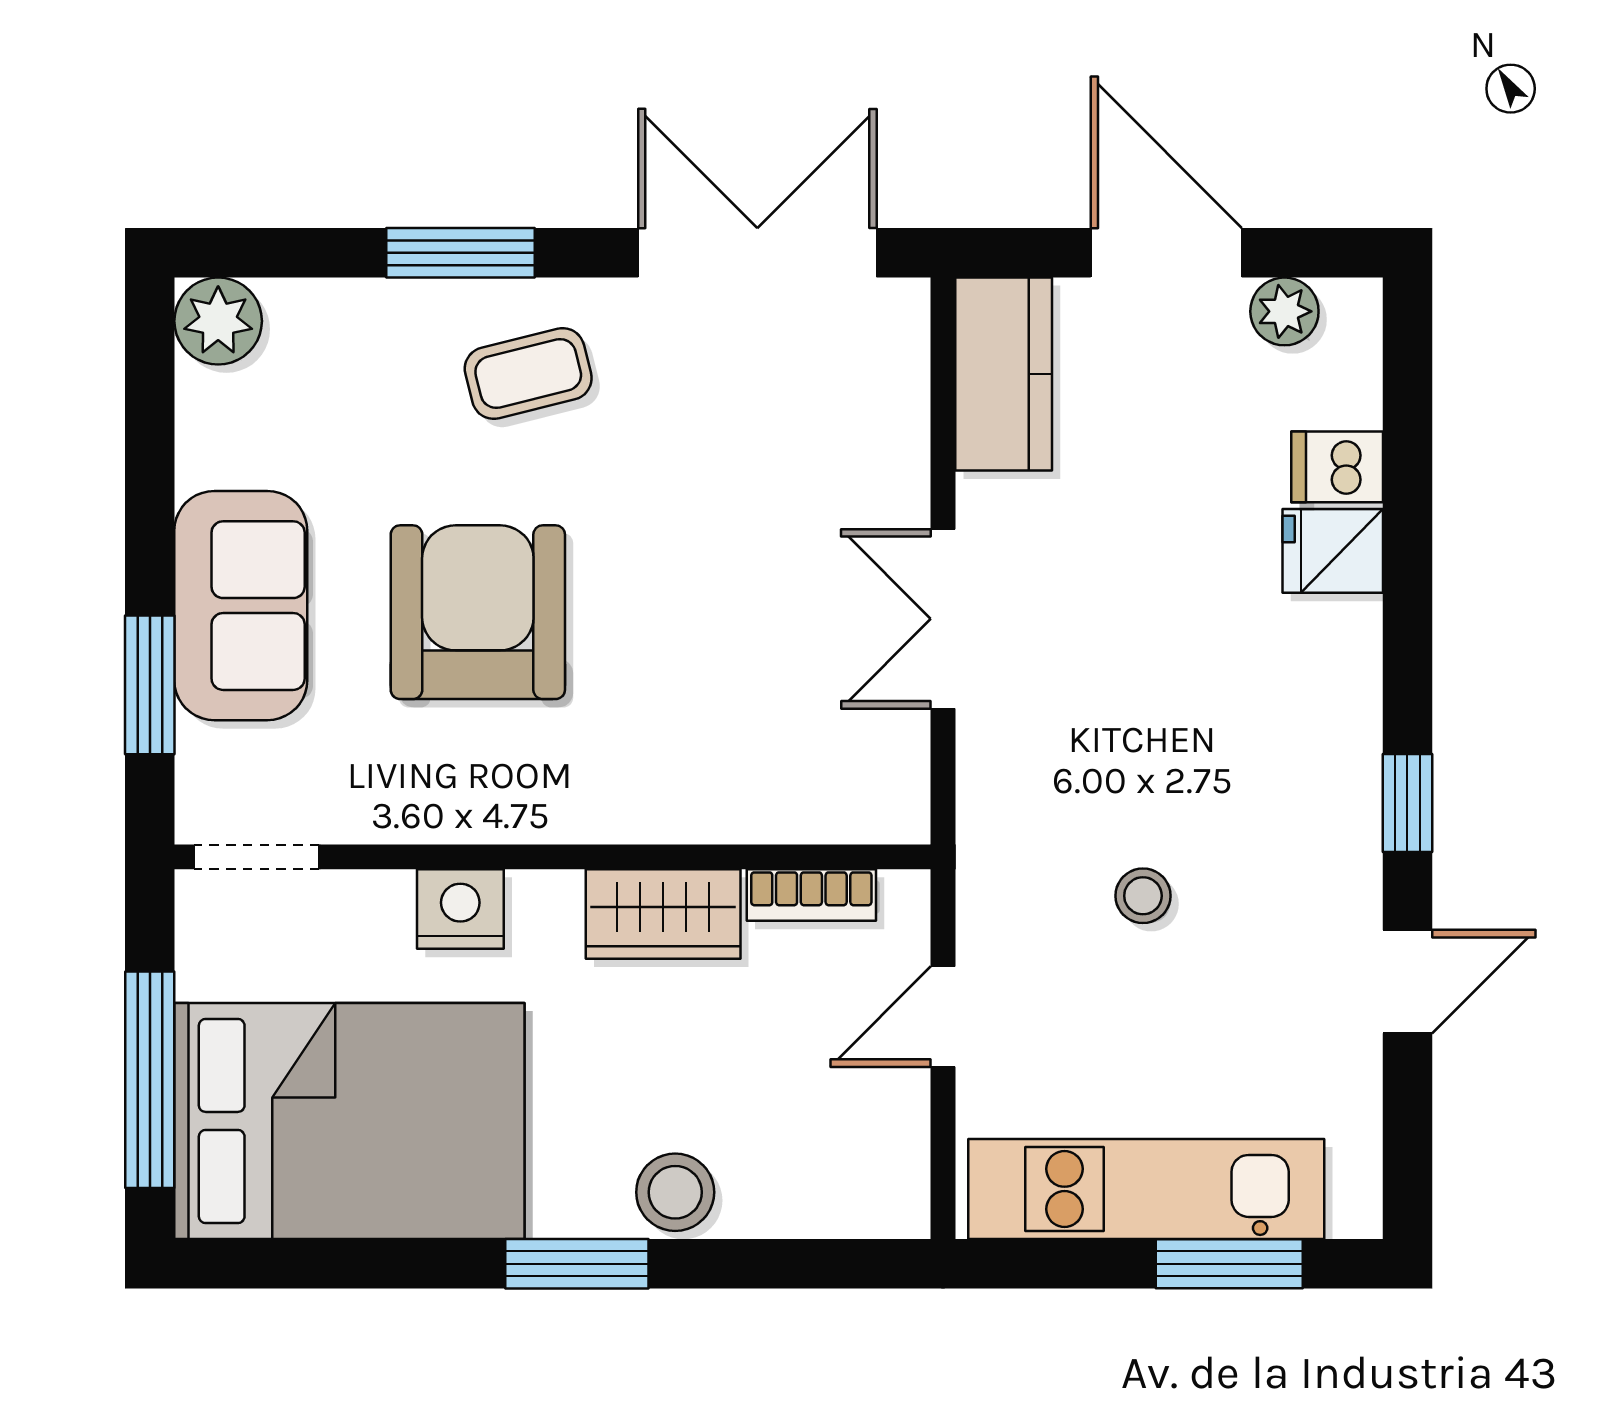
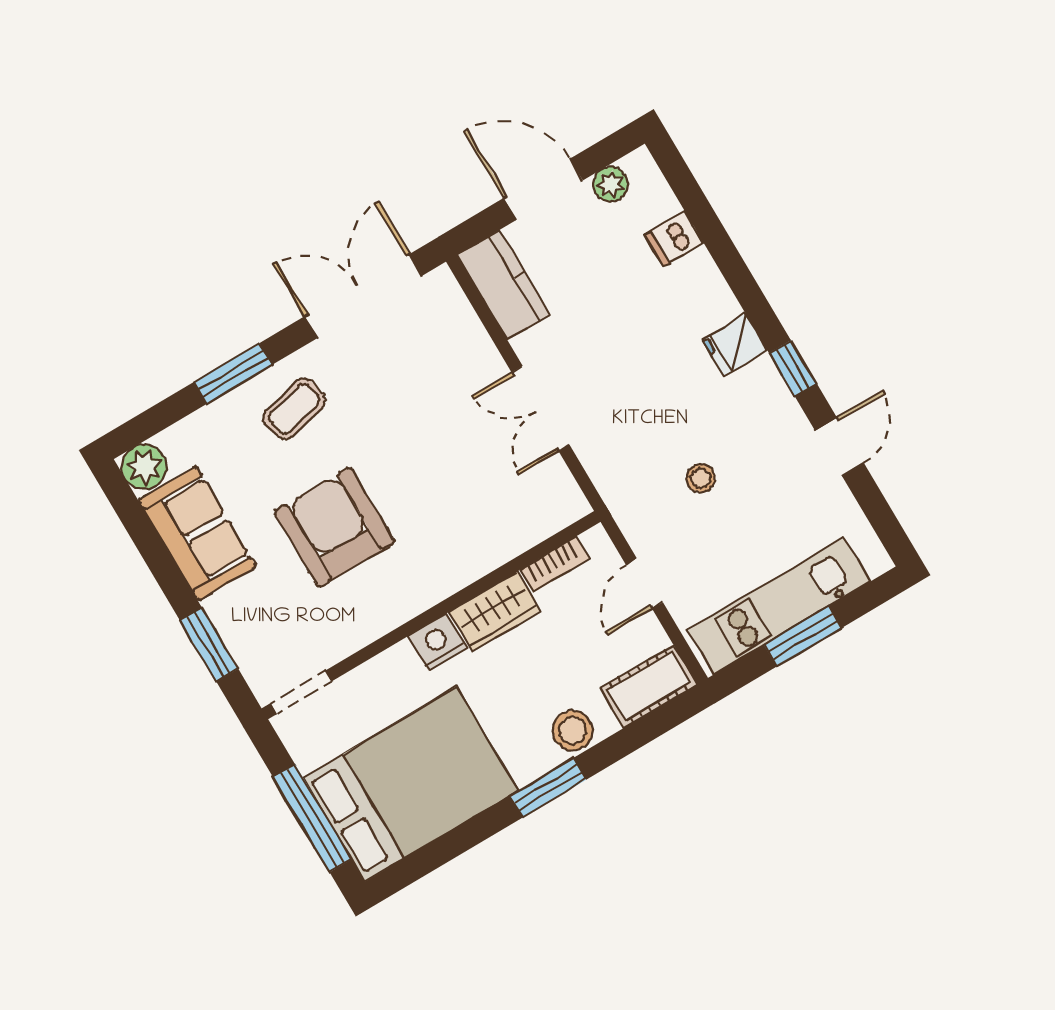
fridge: (1333, 551) -> (735, 345), moved
sofa: (241, 606) -> (197, 533), moved
nightstand: (460, 909) -> (437, 642), moved
cot: (847, 1194) -> (649, 686), added
window: (1229, 1264) -> (803, 636), moved

